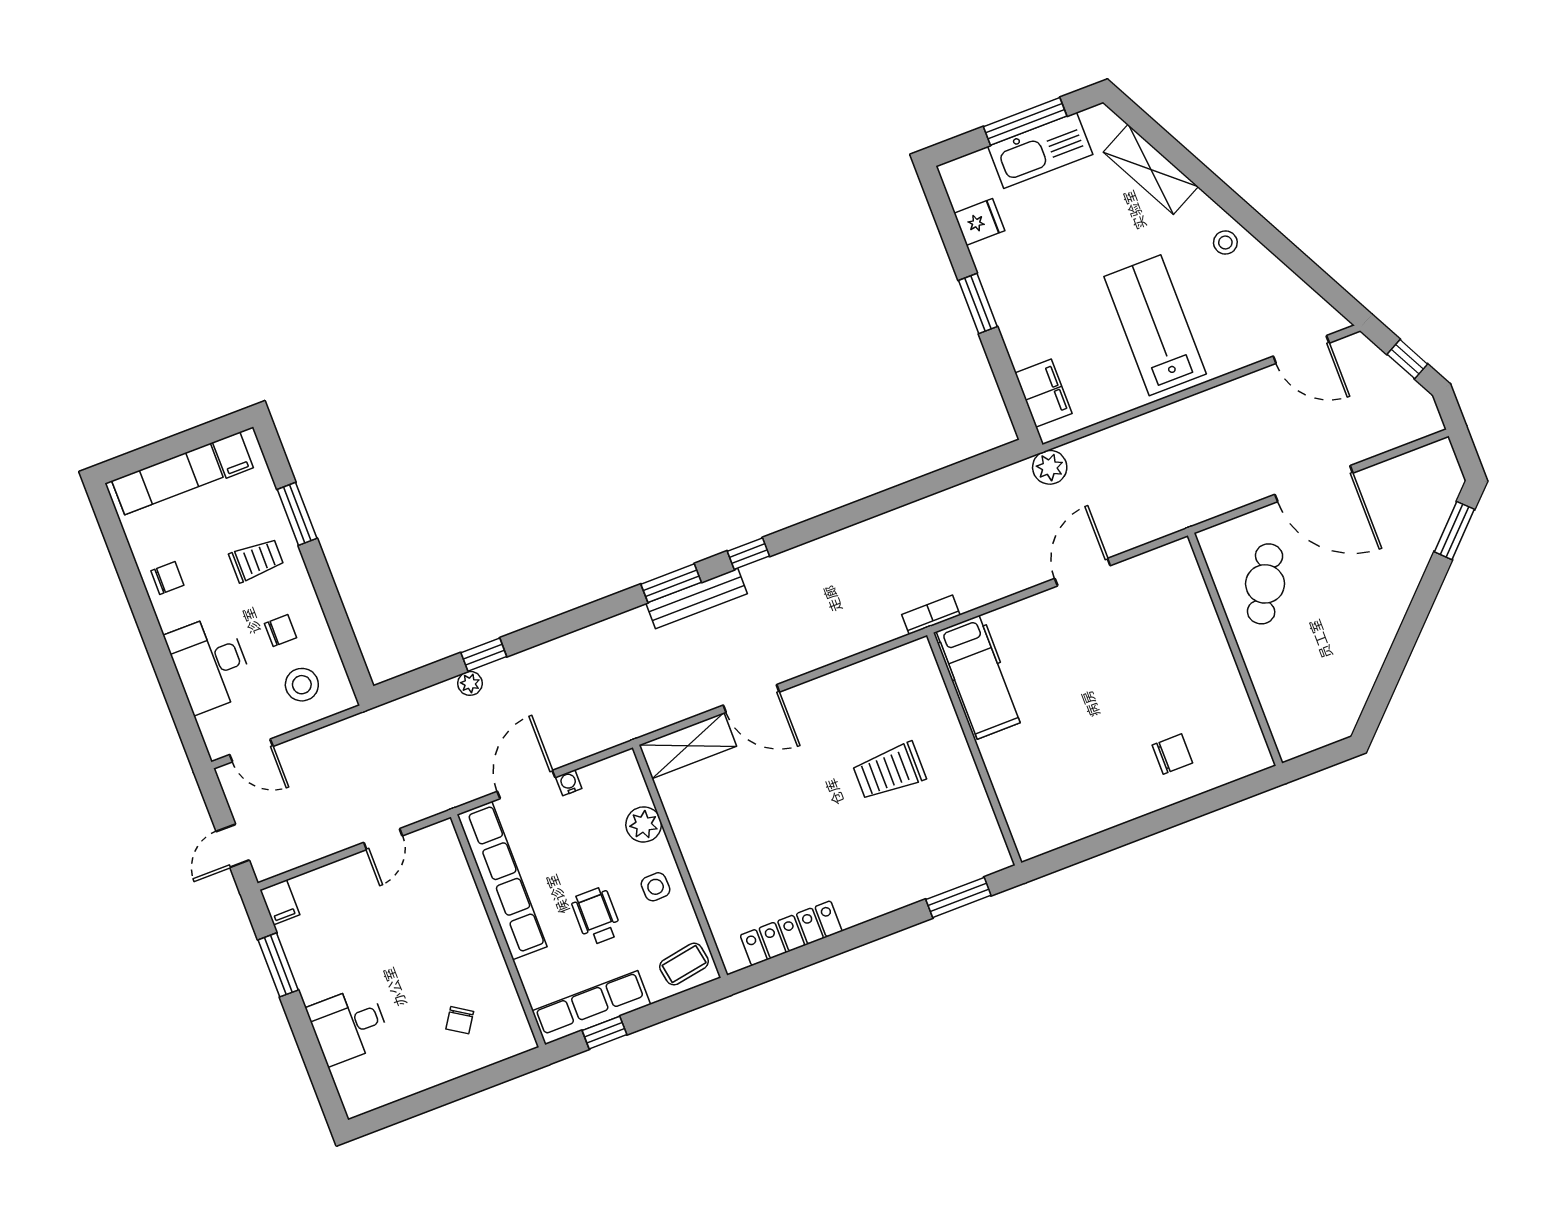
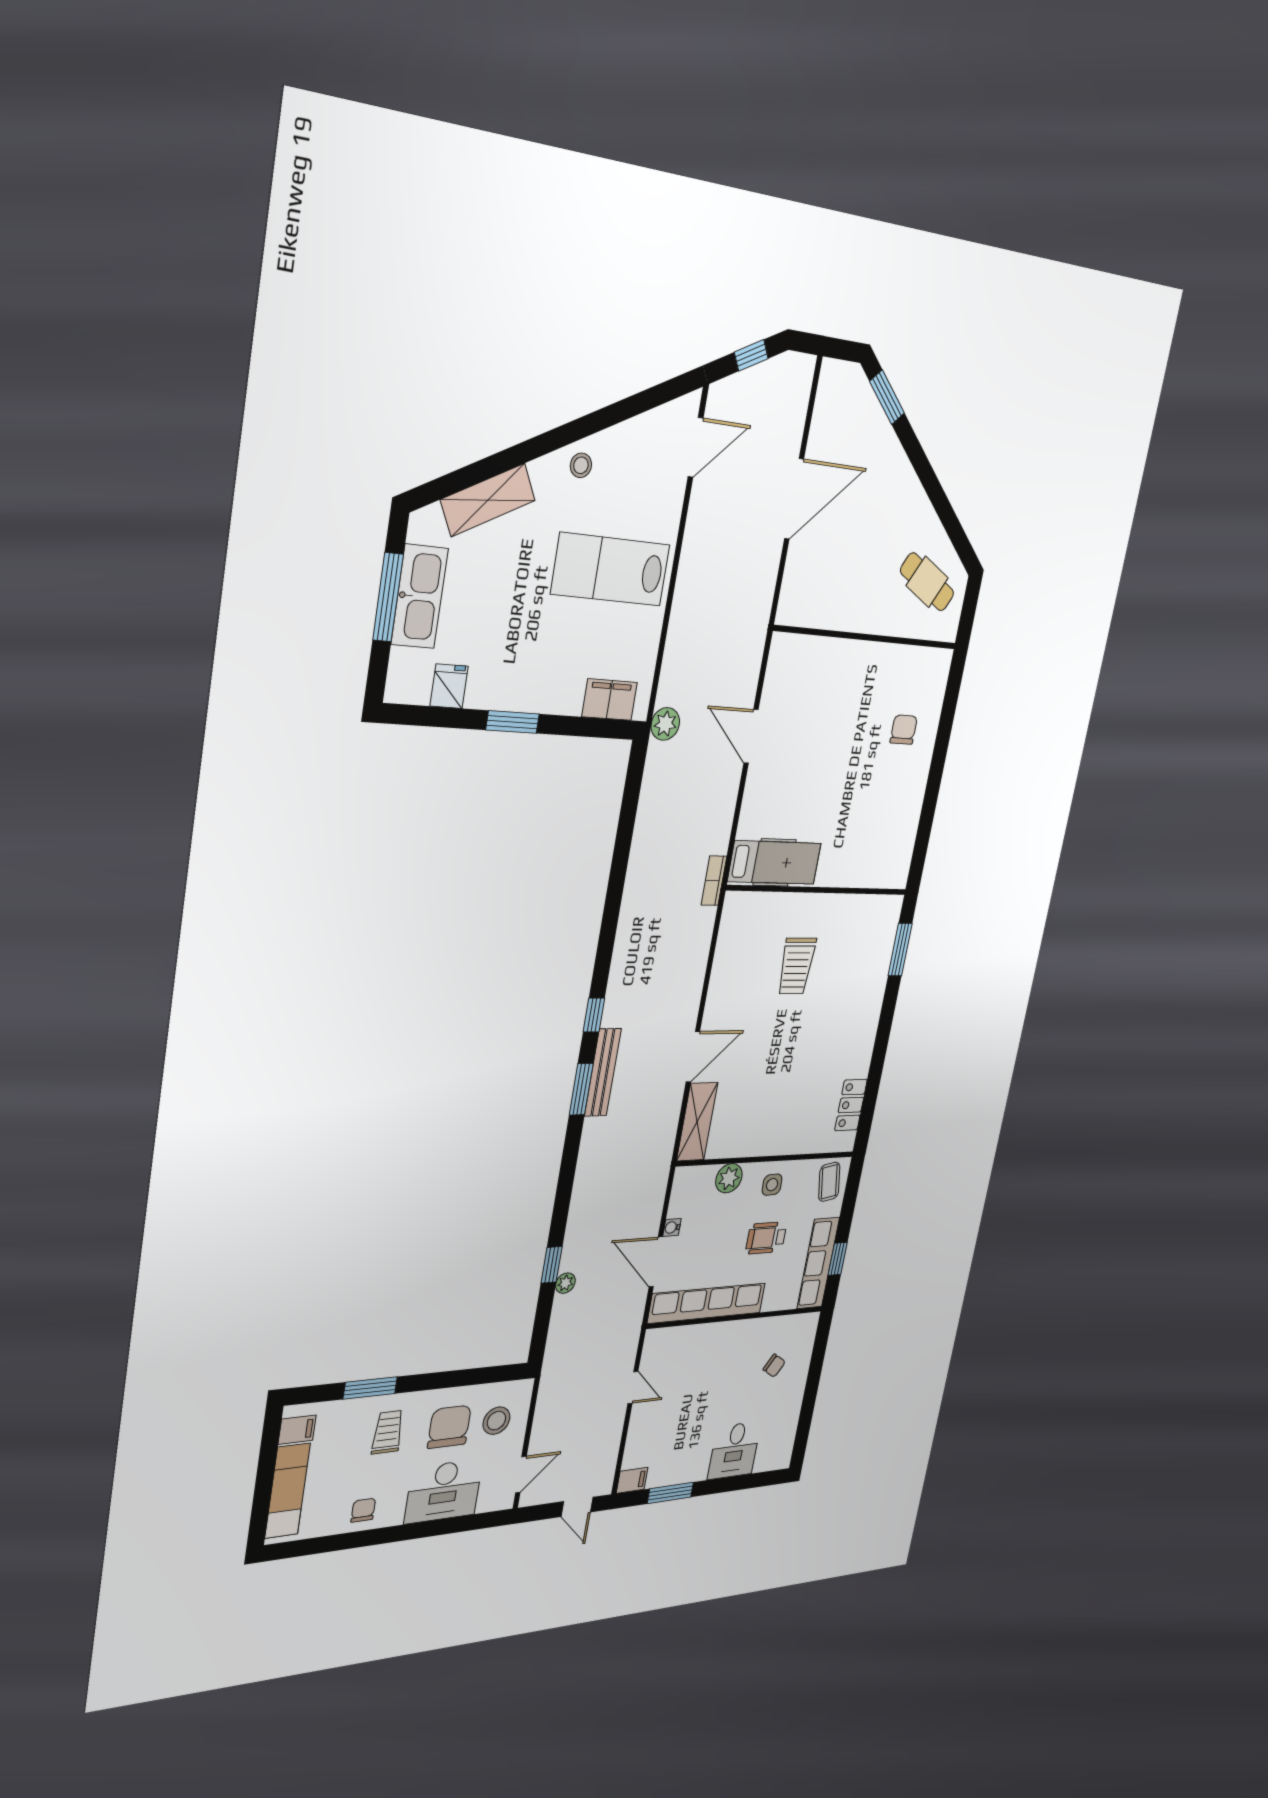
cafe table: (1265, 584) -> (927, 582), moved
chair: (281, 631) -> (449, 1427), width x1.87, depth x1.87
locker: (791, 933) -> (851, 1105), width x0.66

